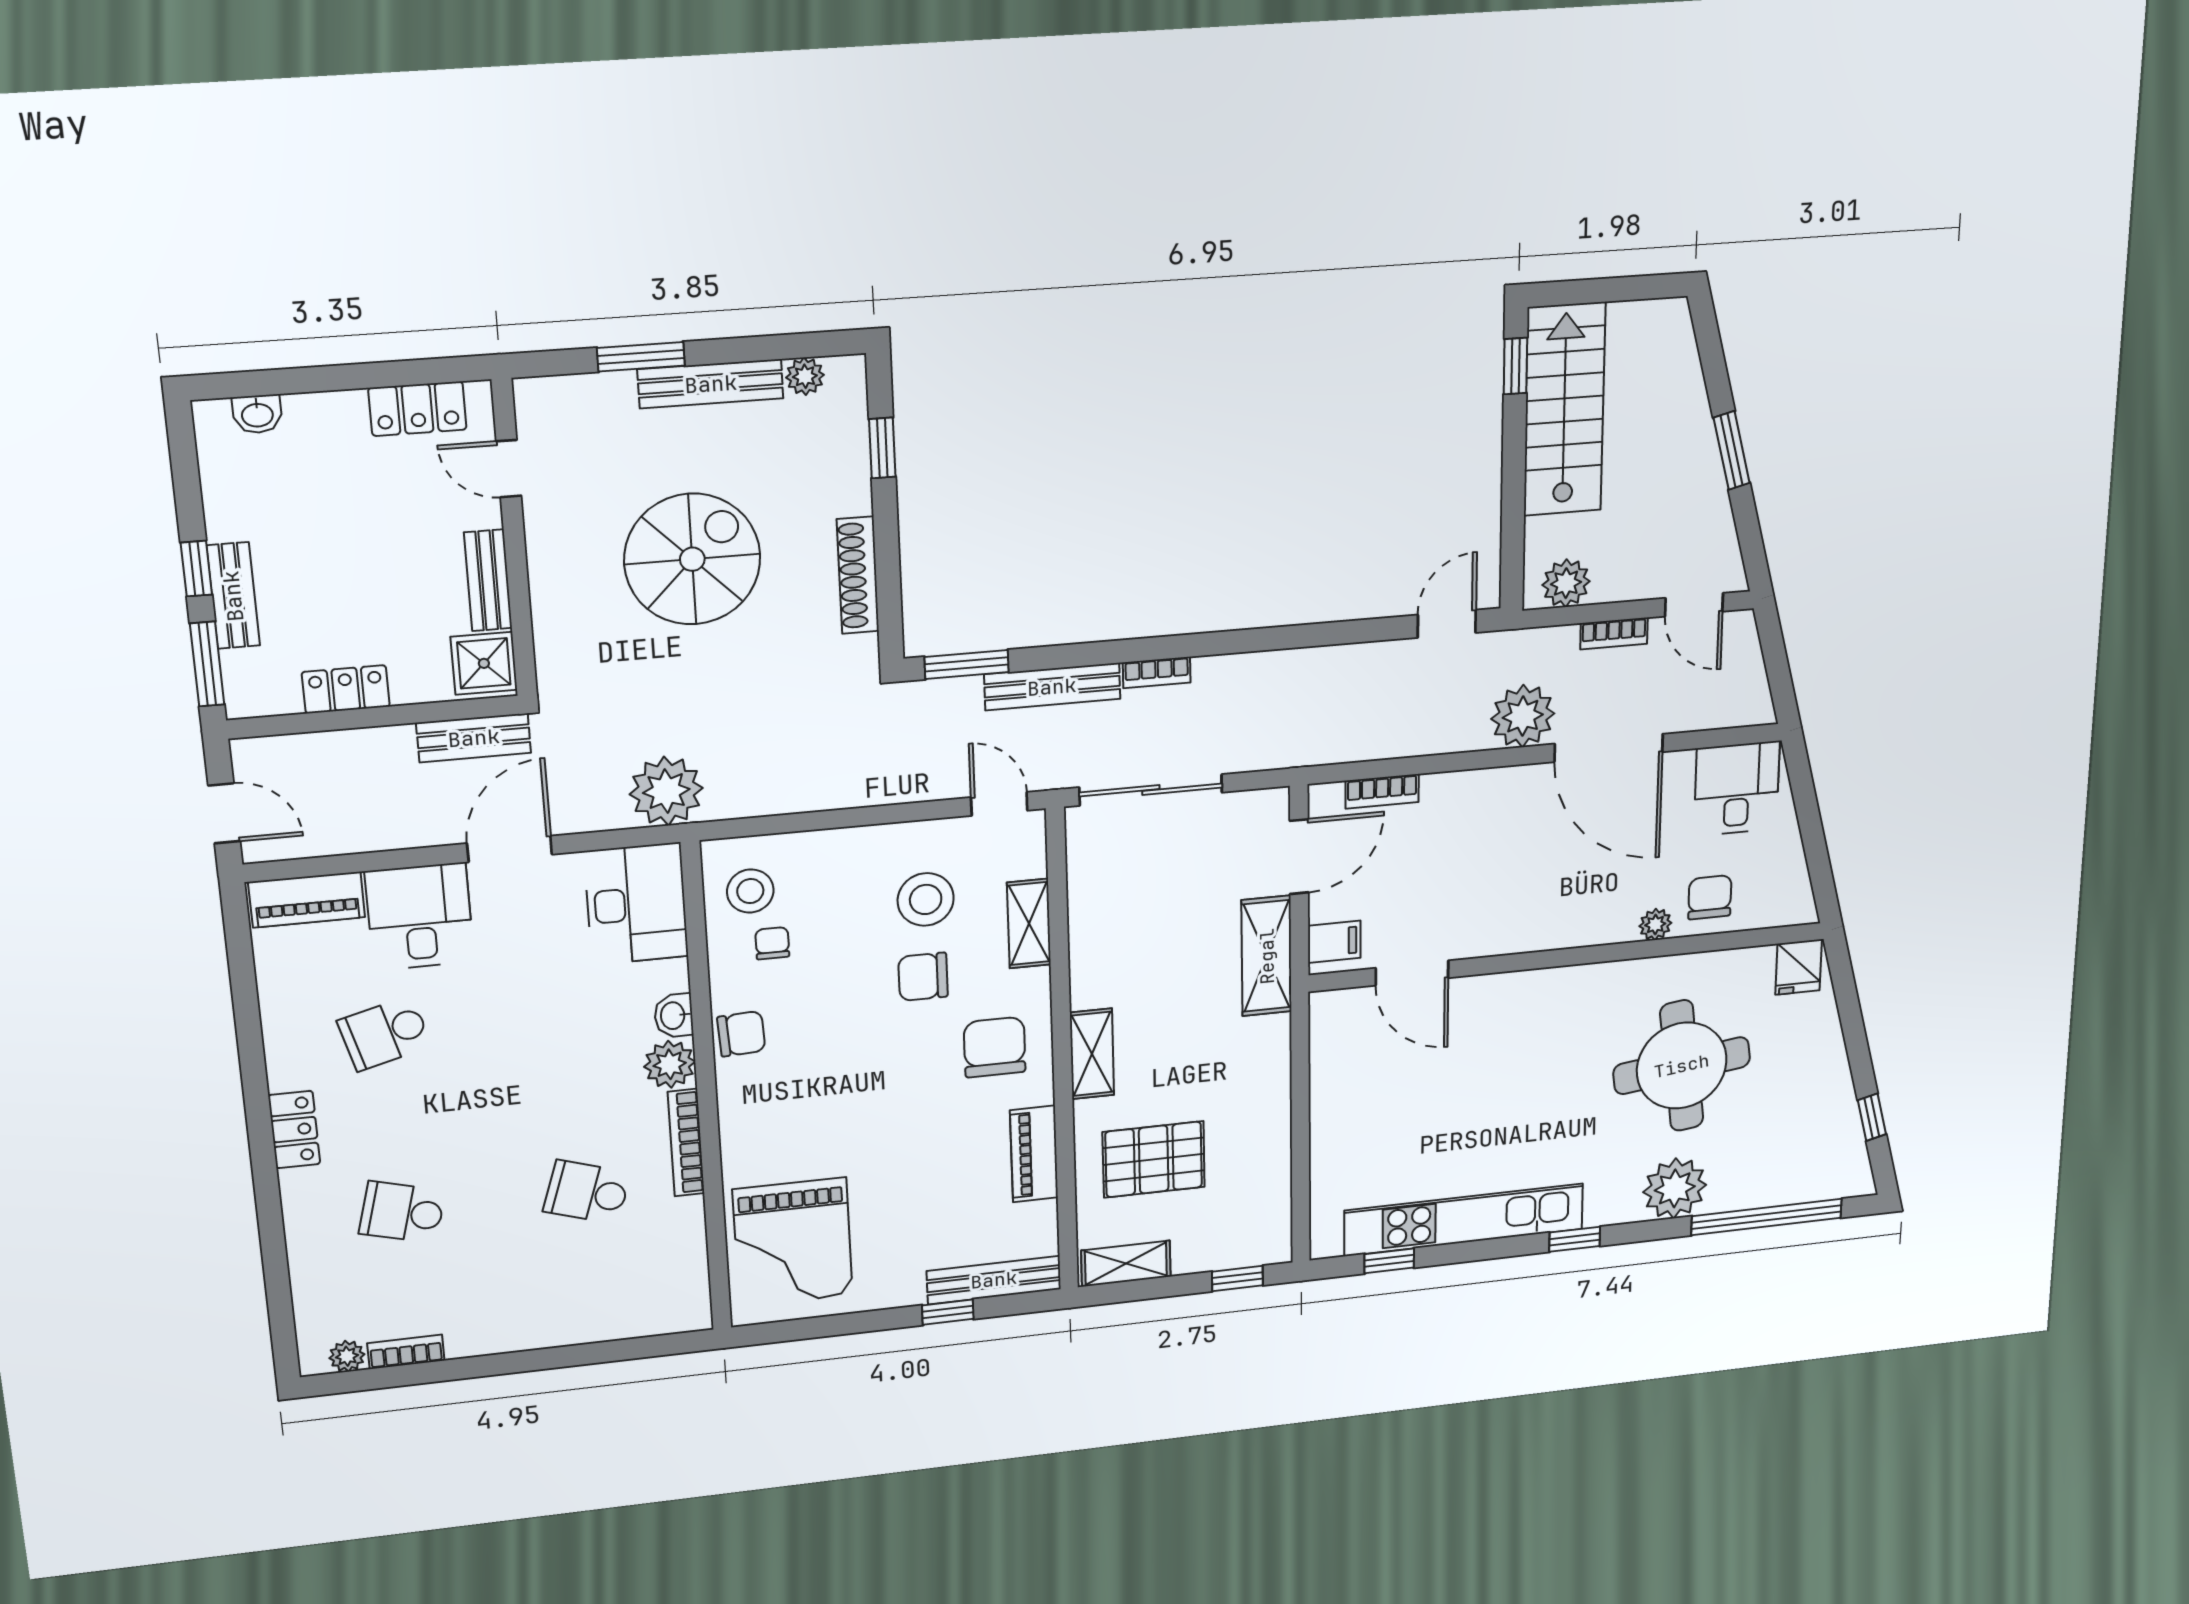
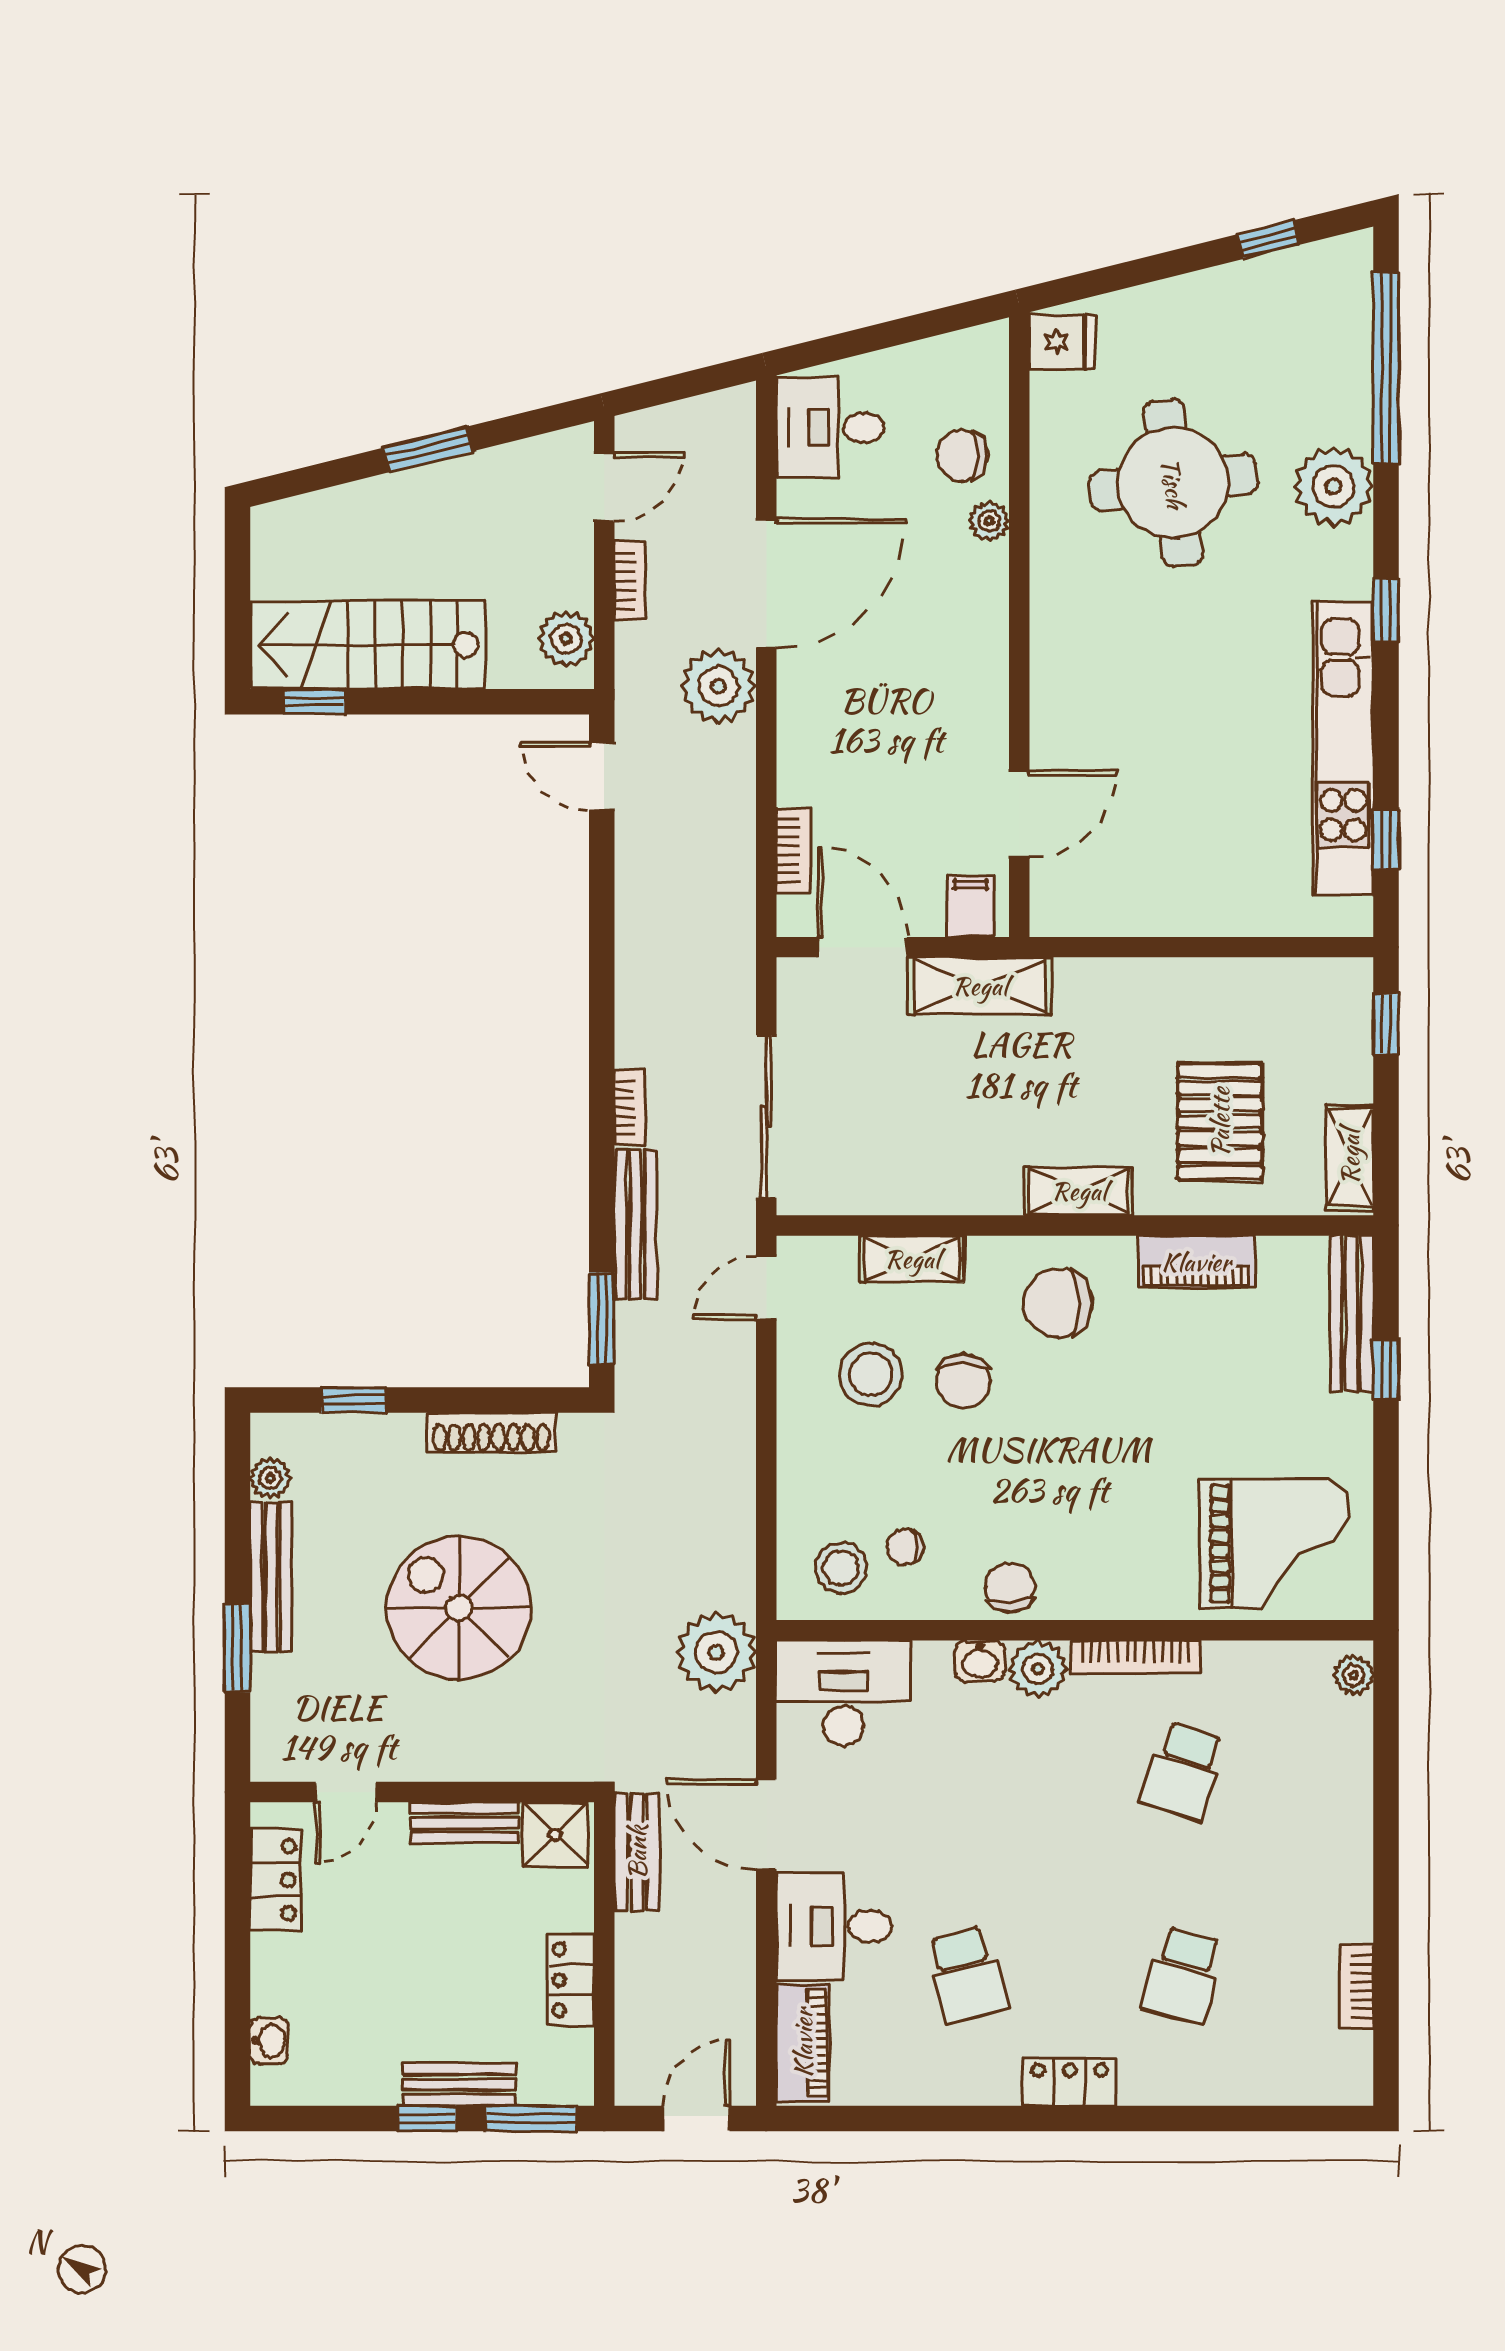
plant: (347, 1356) -> (1354, 1675), moved

